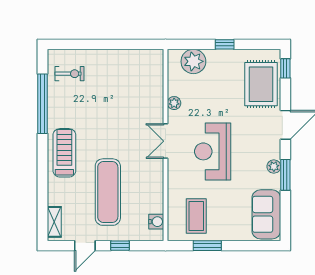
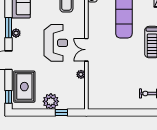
window: (225, 44) -> (61, 113), moved
plant: (193, 61) -> (51, 101), moved
double door: (166, 141) -> (86, 50), swing flipped

